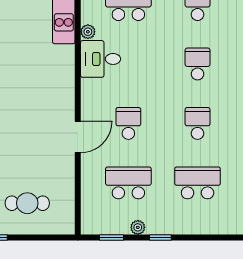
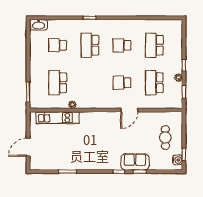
desk: (101, 59) -> (87, 98), removed
school desk: (198, 64) -> (90, 45), width x1.85
door: (78, 137) -> (129, 110), swing flipped

